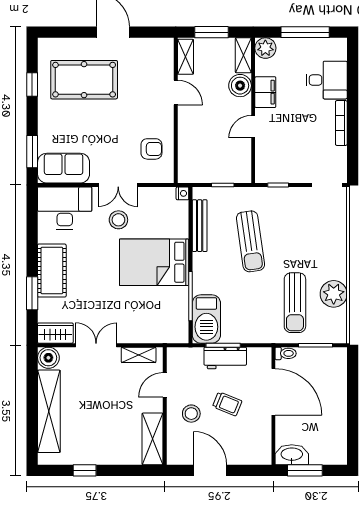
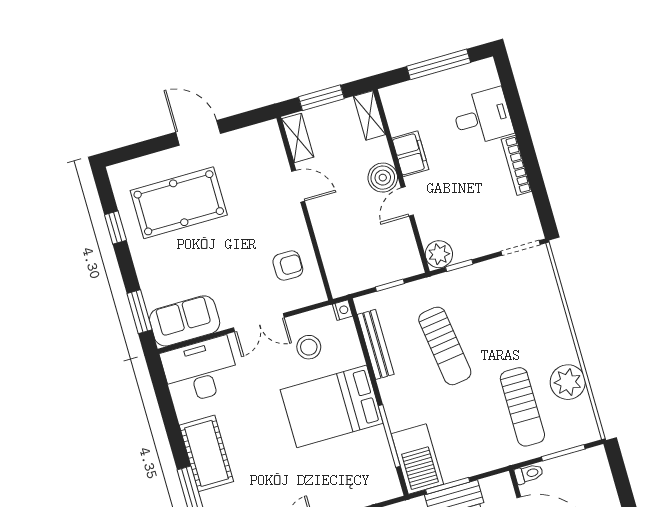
plant: (265, 48) -> (439, 254), moved
boiler: (240, 86) -> (383, 178), moved
stool: (118, 220) -> (309, 347), moved

